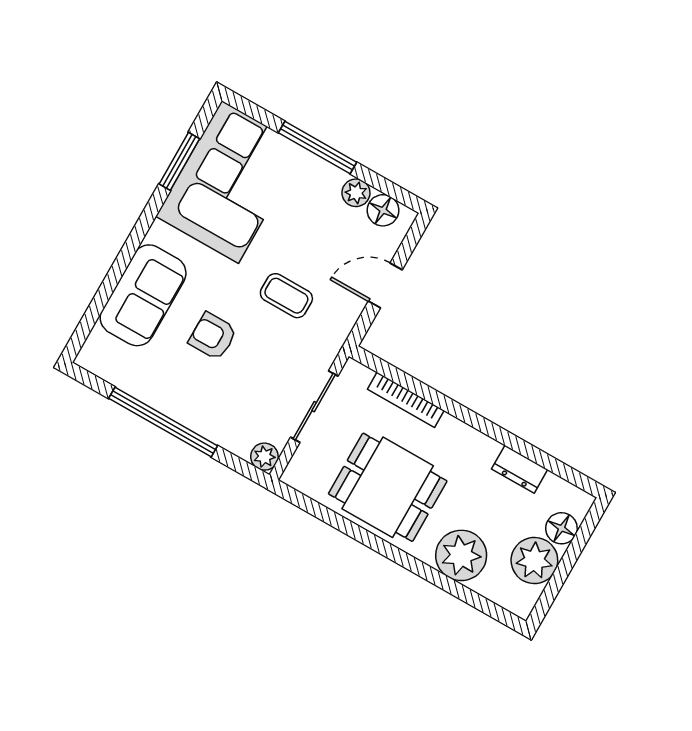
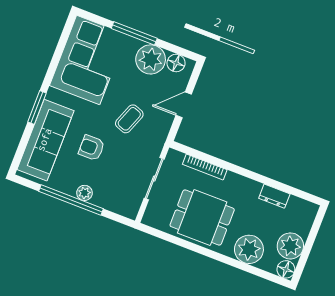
window: (179, 161) -> (37, 107), moved
plant: (356, 193) -> (151, 59), width x1.87, depth x1.87
sofa: (143, 295) -> (45, 140), width x1.36
coffee table: (286, 296) -> (129, 119), turned -69
plant: (264, 457) -> (84, 193), moved
floor lamp: (561, 528) -> (286, 269), moved

